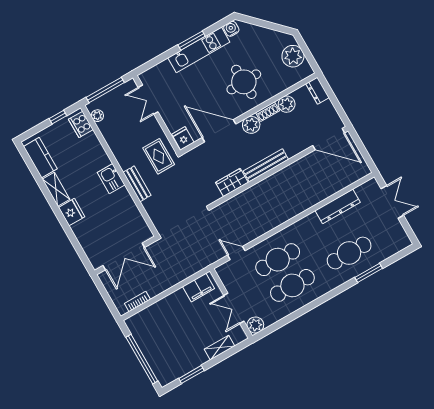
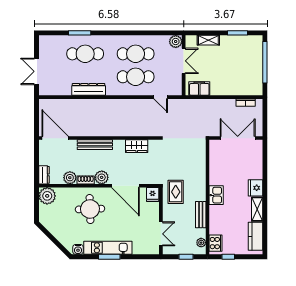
plant: (293, 56) -> (47, 196), moved
window: (105, 90) -> (186, 257), width x0.46
bench: (266, 165) -> (95, 145), moved
bench: (137, 184) -> (201, 215), moved
dresser: (338, 206) -> (89, 89), moved

